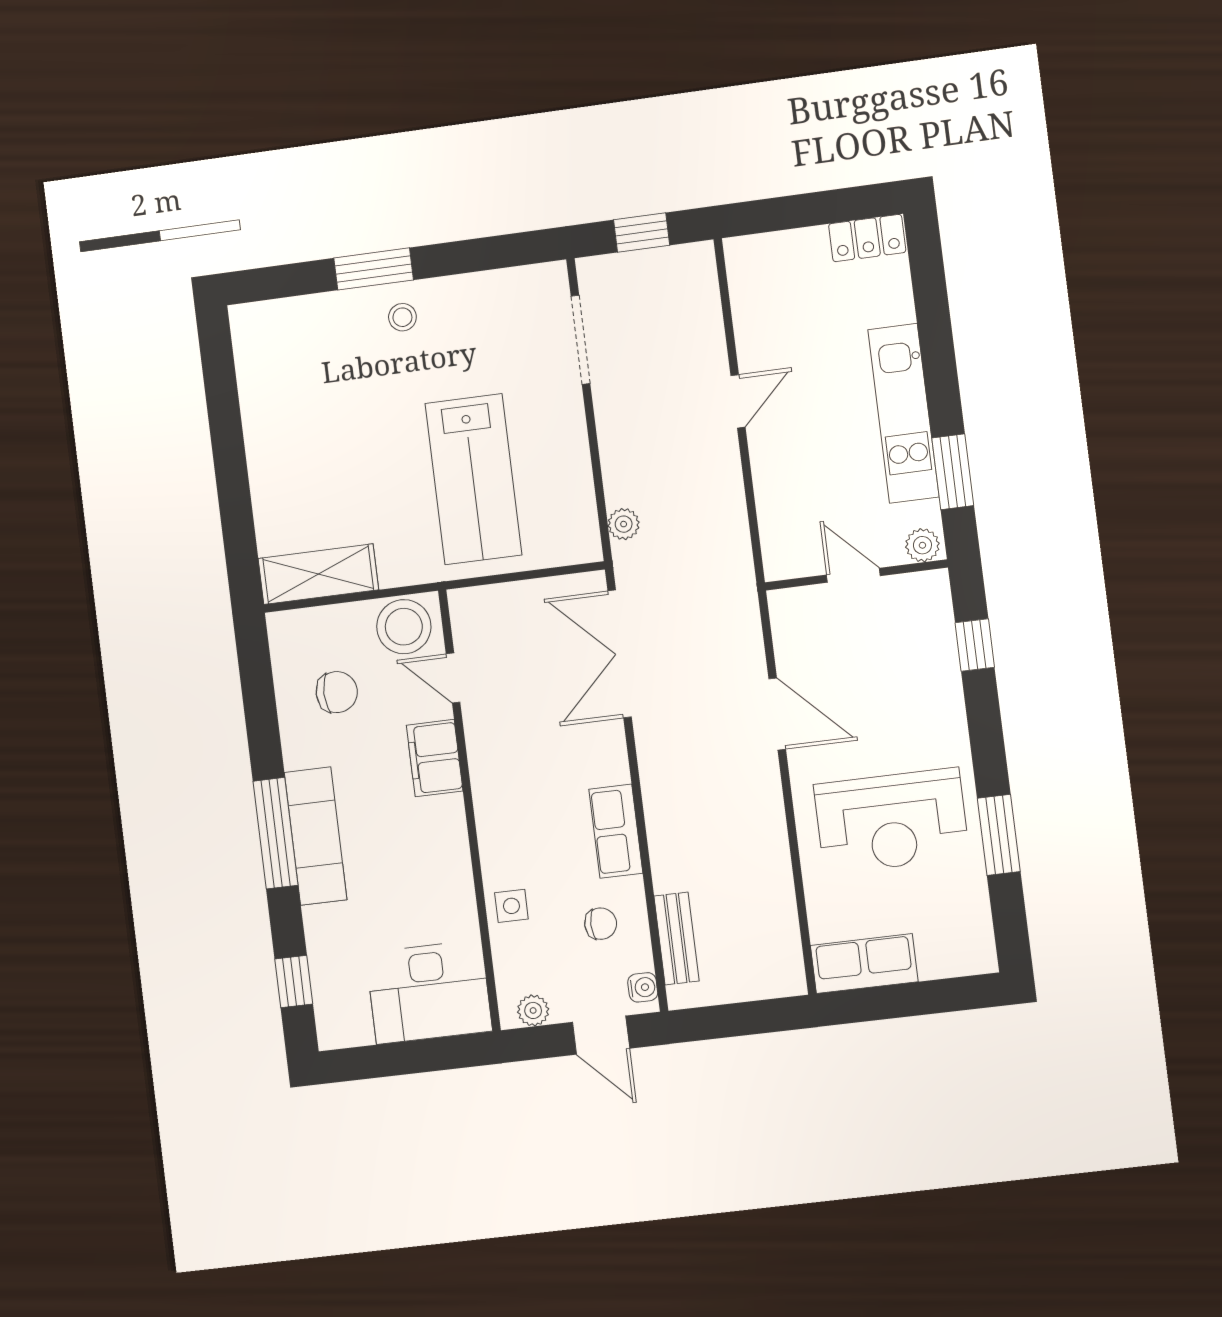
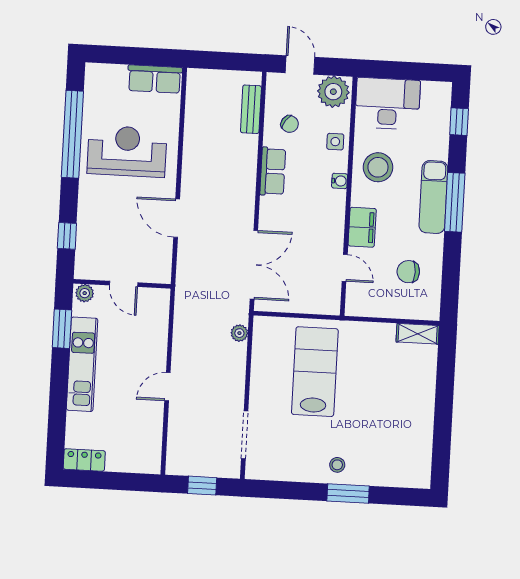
shelving: (318, 574) -> (418, 334), width x0.67, depth x0.75
stool: (404, 627) -> (378, 167), moved
window: (999, 835) -> (72, 134), width x2.11
chair: (601, 924) -> (290, 124), turned -145
water cooler: (643, 987) -> (340, 181), moved, turned 180
plant: (533, 1010) -> (333, 92), width x1.87, depth x1.87

